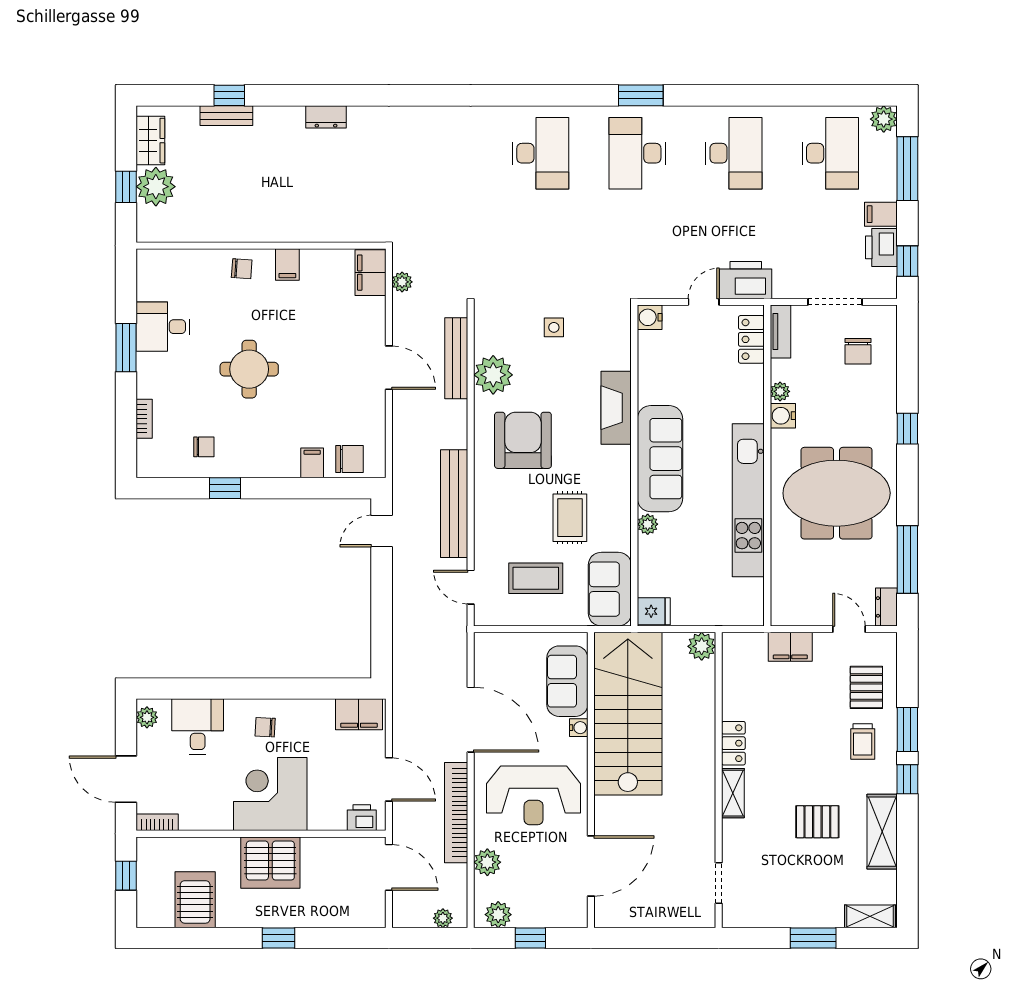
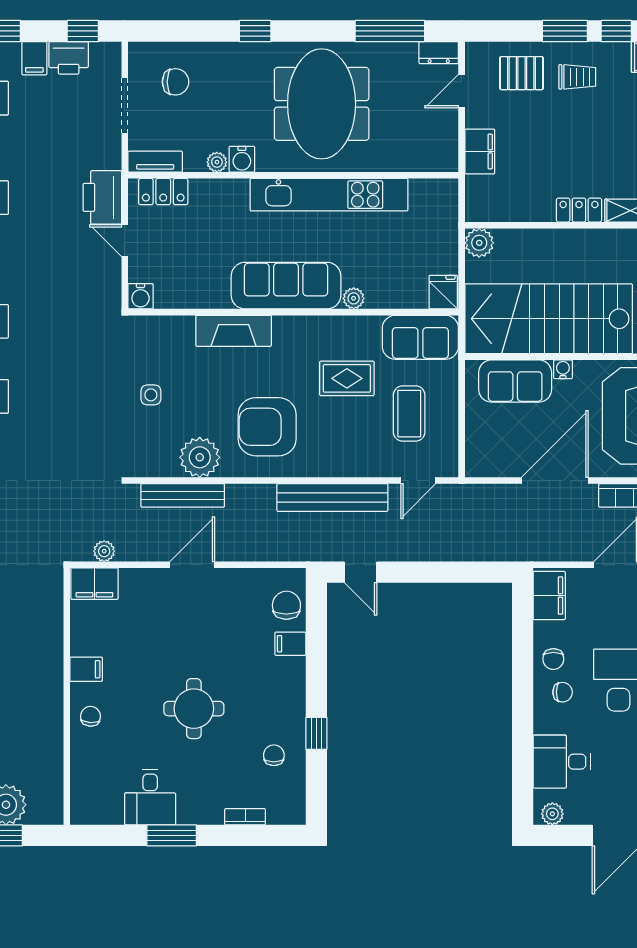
chair: (297, 718) -> (553, 659), added
chair: (265, 727) -> (563, 692), turned -93

